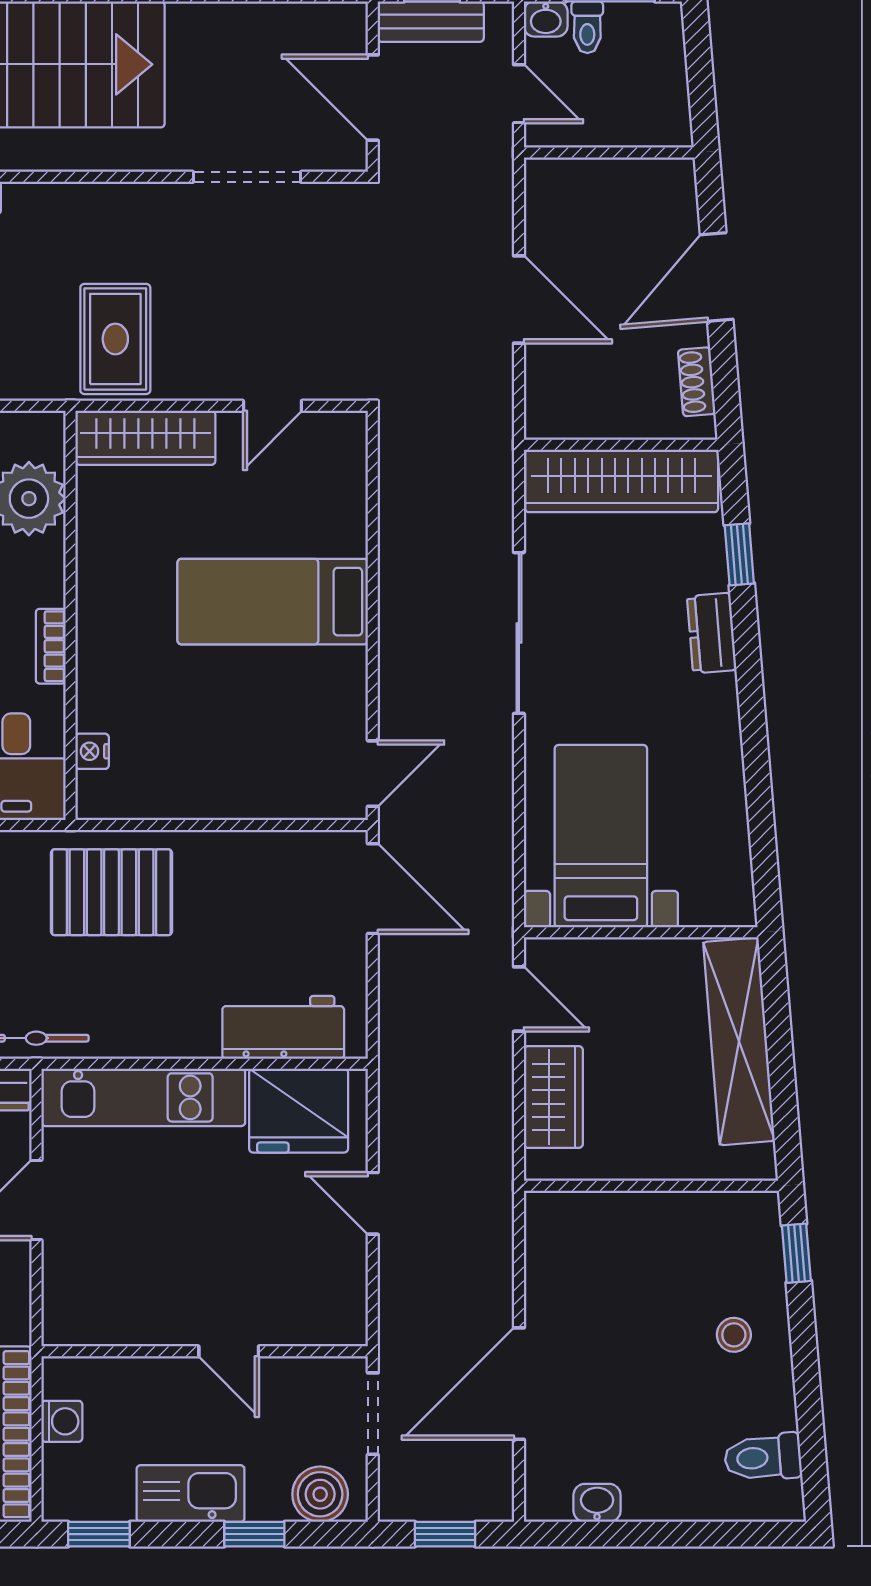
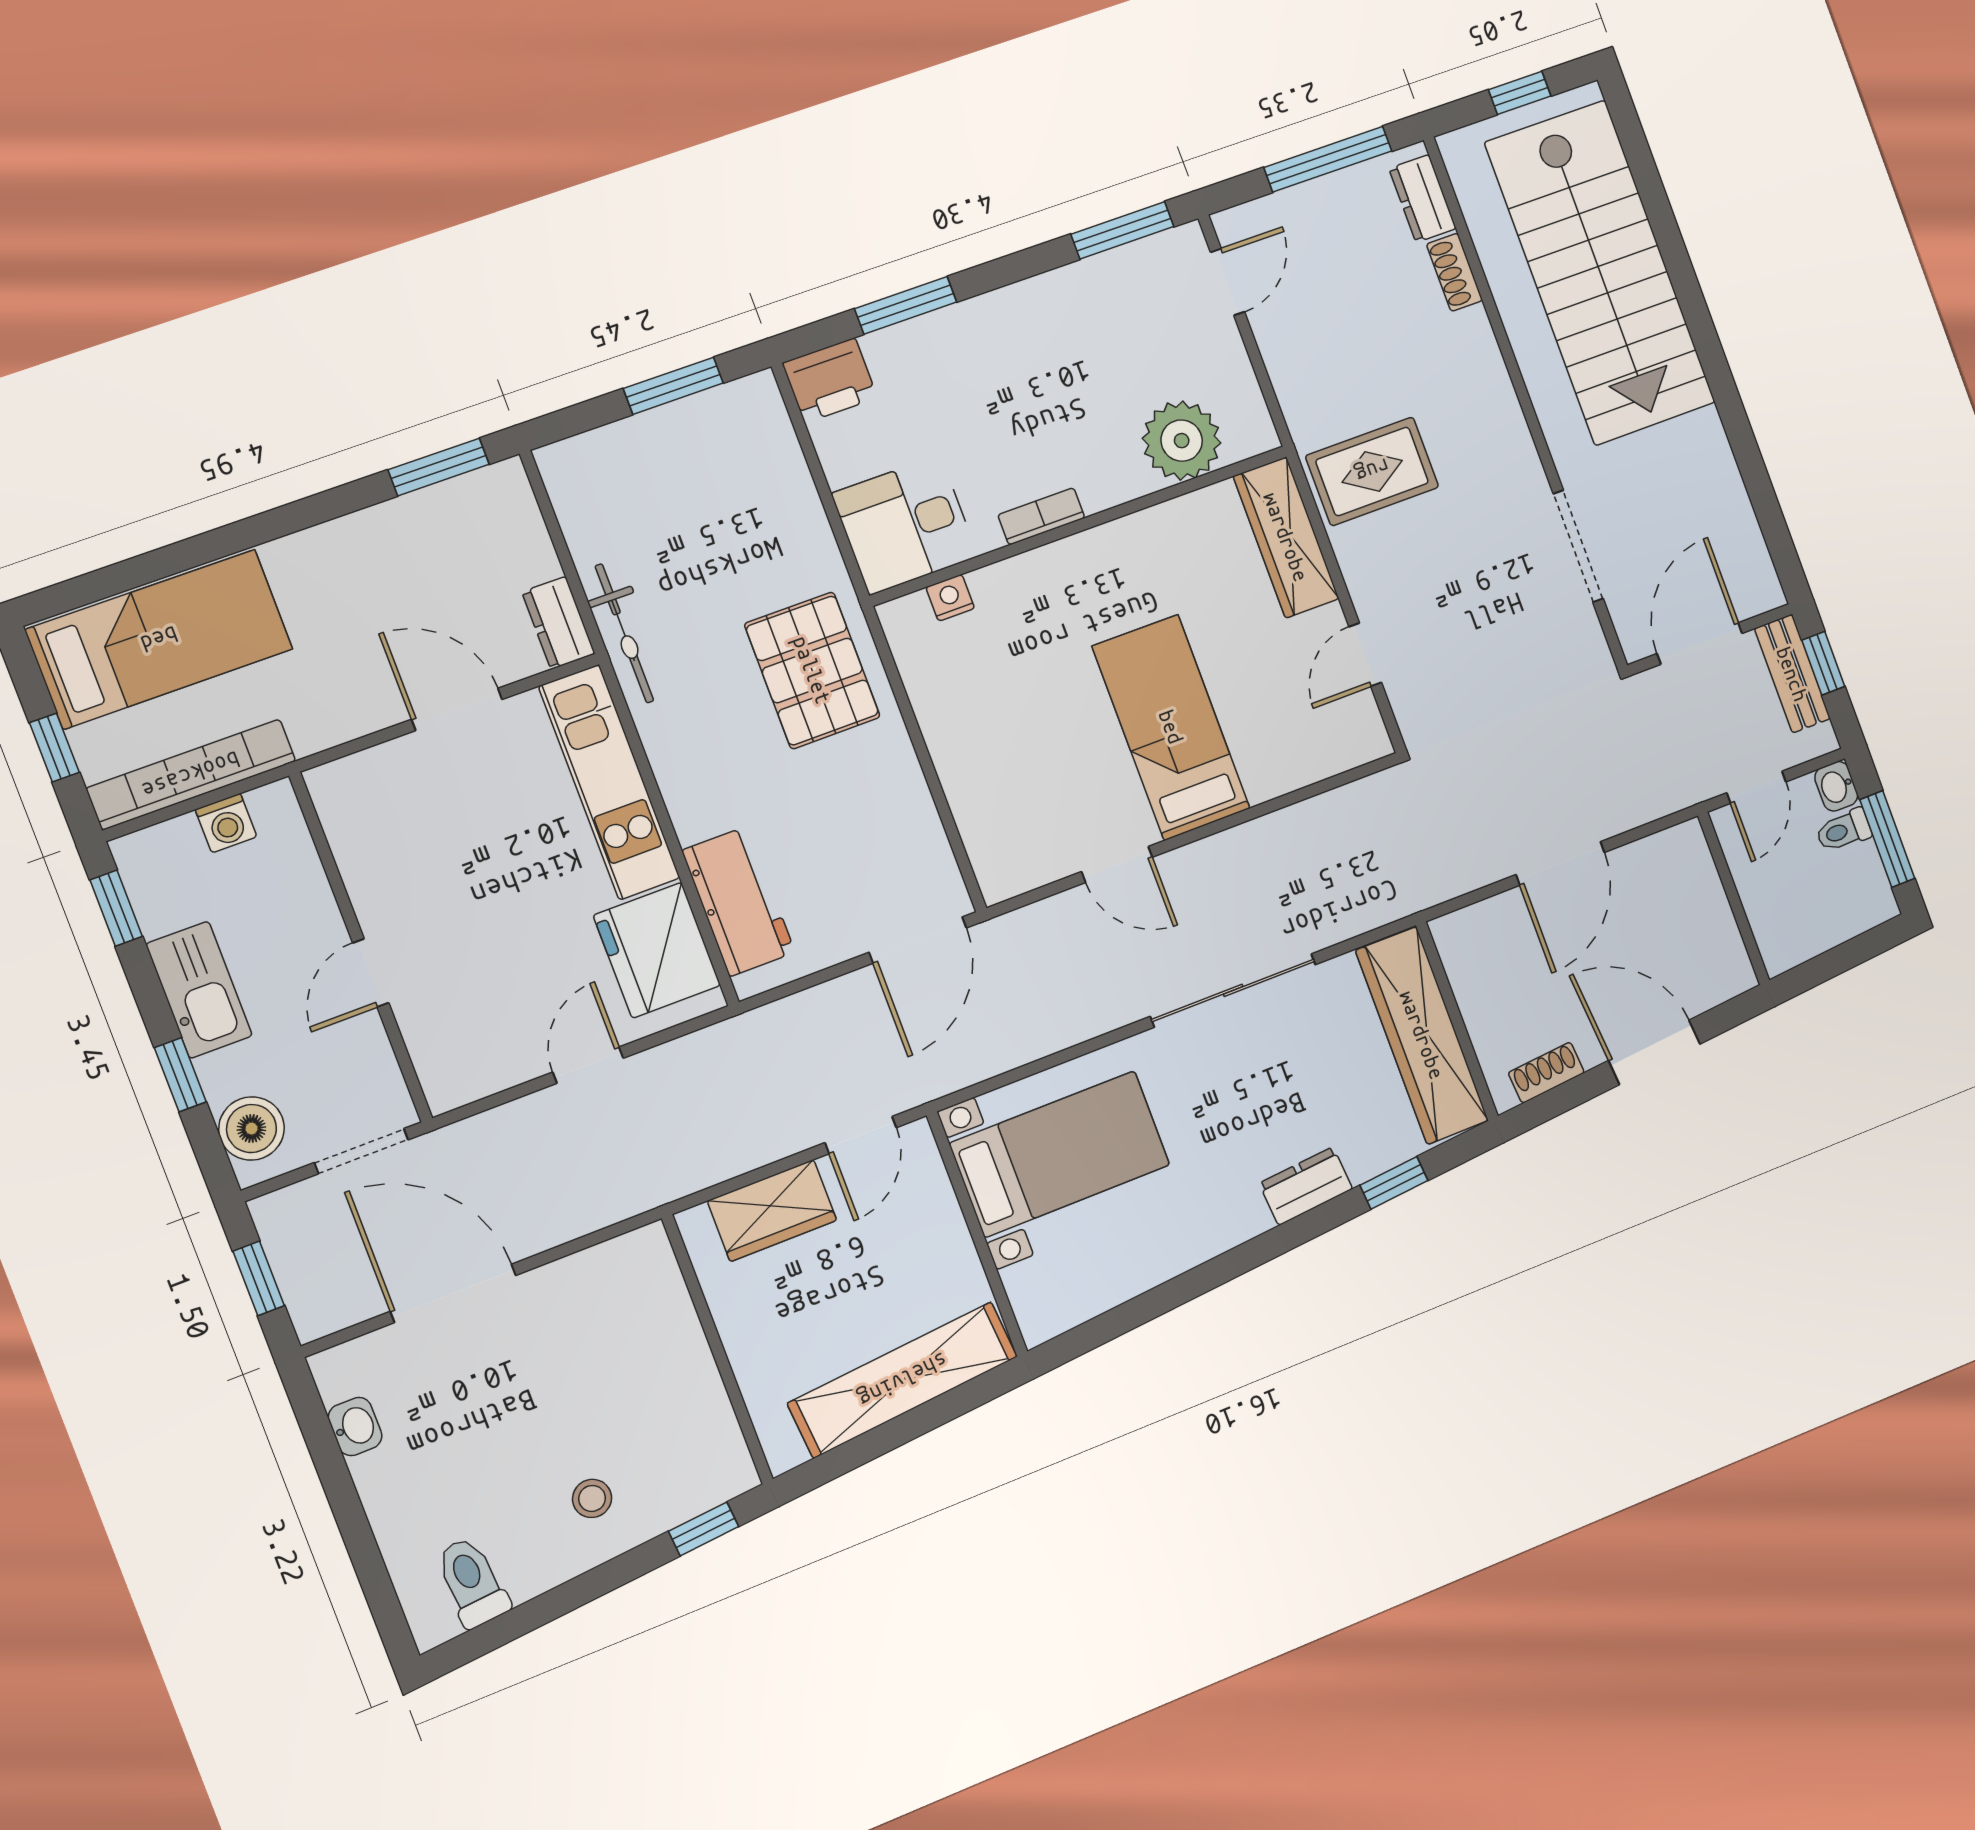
door: (272, 406) -> (1365, 655), hinge flipped
door: (373, 774) -> (1117, 864), moved

